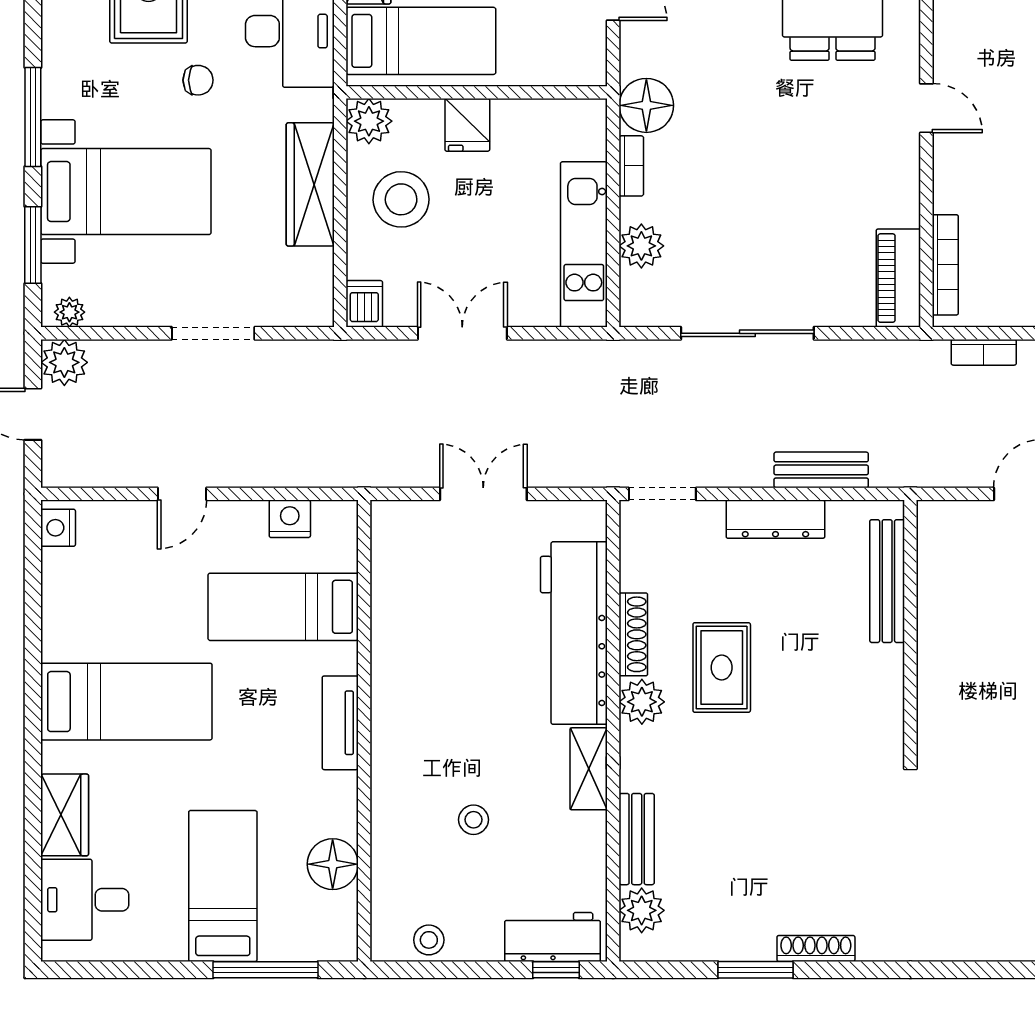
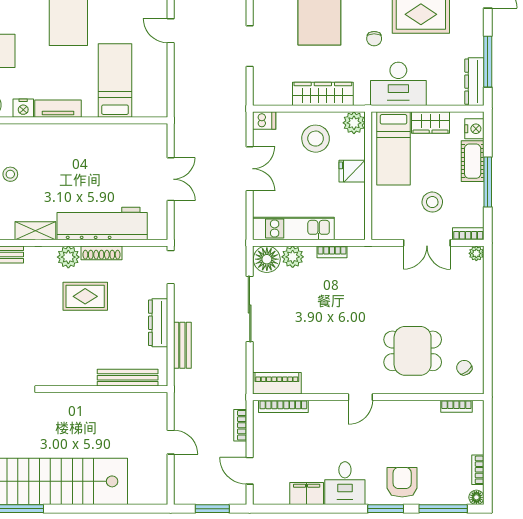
floor lamp: (646, 105) -> (267, 259), moved
nightstand: (290, 519) -> (23, 108), moved, turned 90

